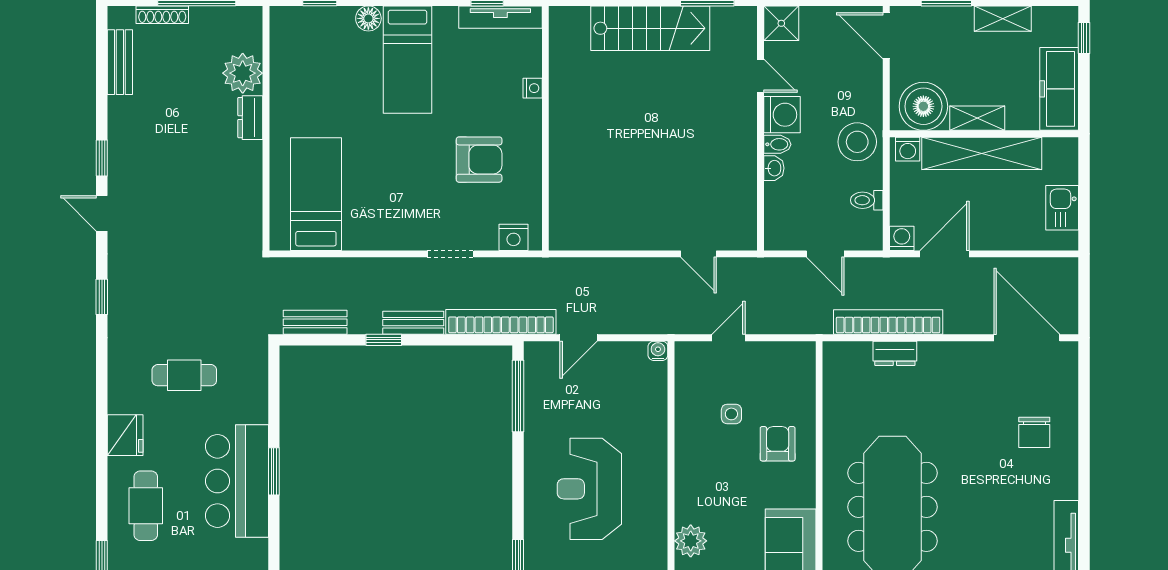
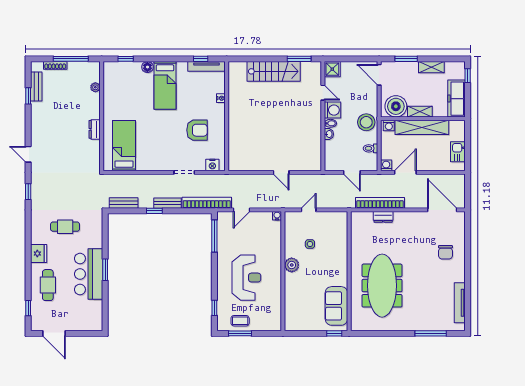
plant: (243, 73) -> (95, 87), width x0.53, depth x0.53
dresser: (250, 118) -> (95, 129), moved
window: (102, 158) -> (28, 96), moved
door: (699, 254) -> (281, 172), moved
armchair: (778, 444) -> (331, 257), removed
reception desk: (589, 489) -> (246, 278), turned 180
plant: (691, 541) -> (292, 265), moved

